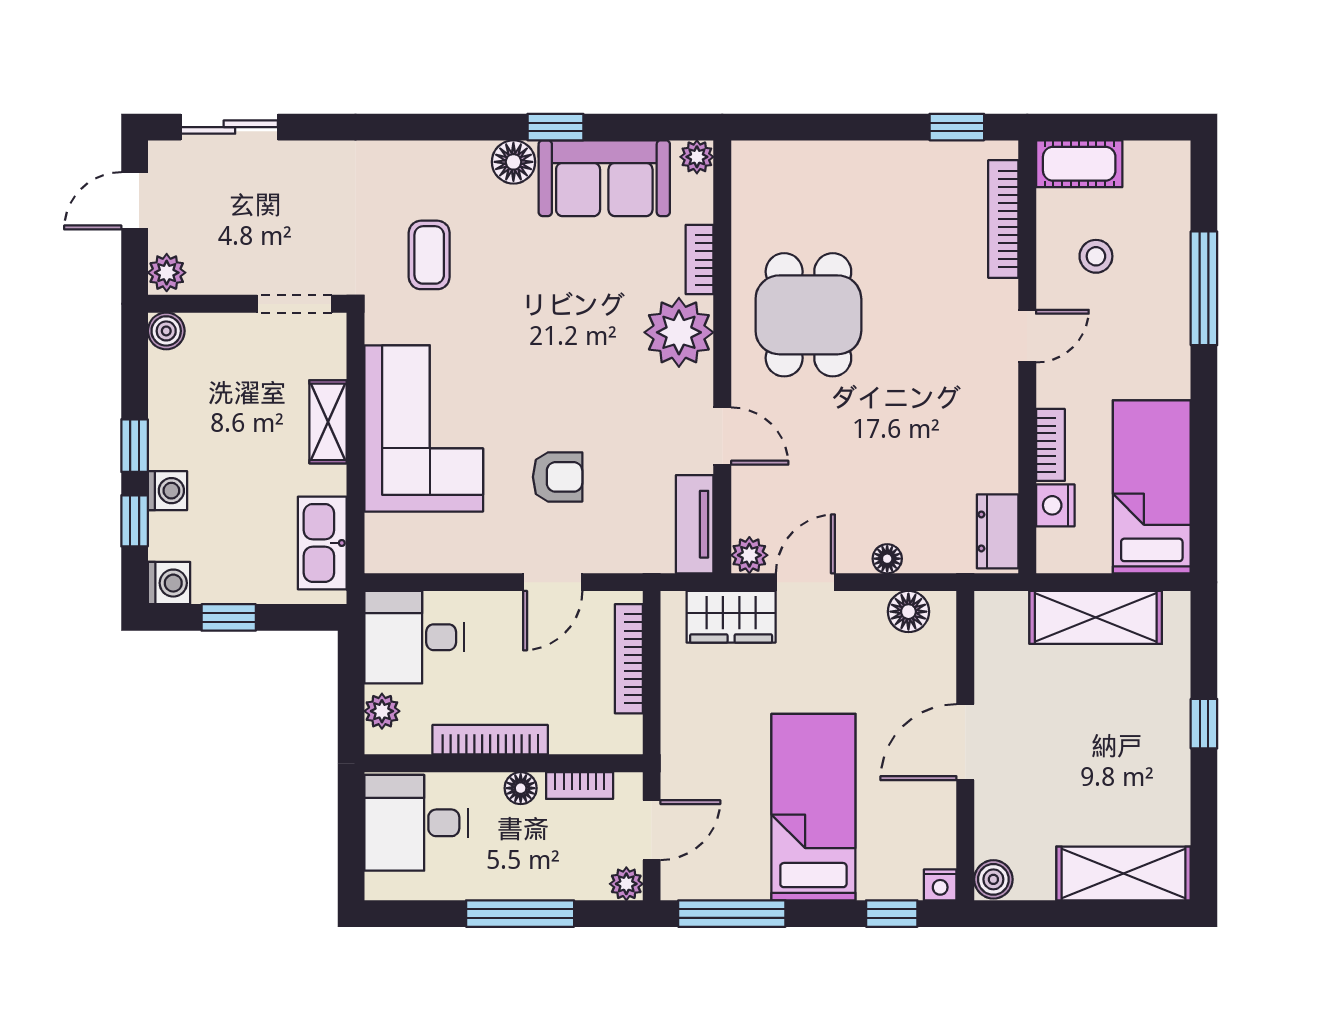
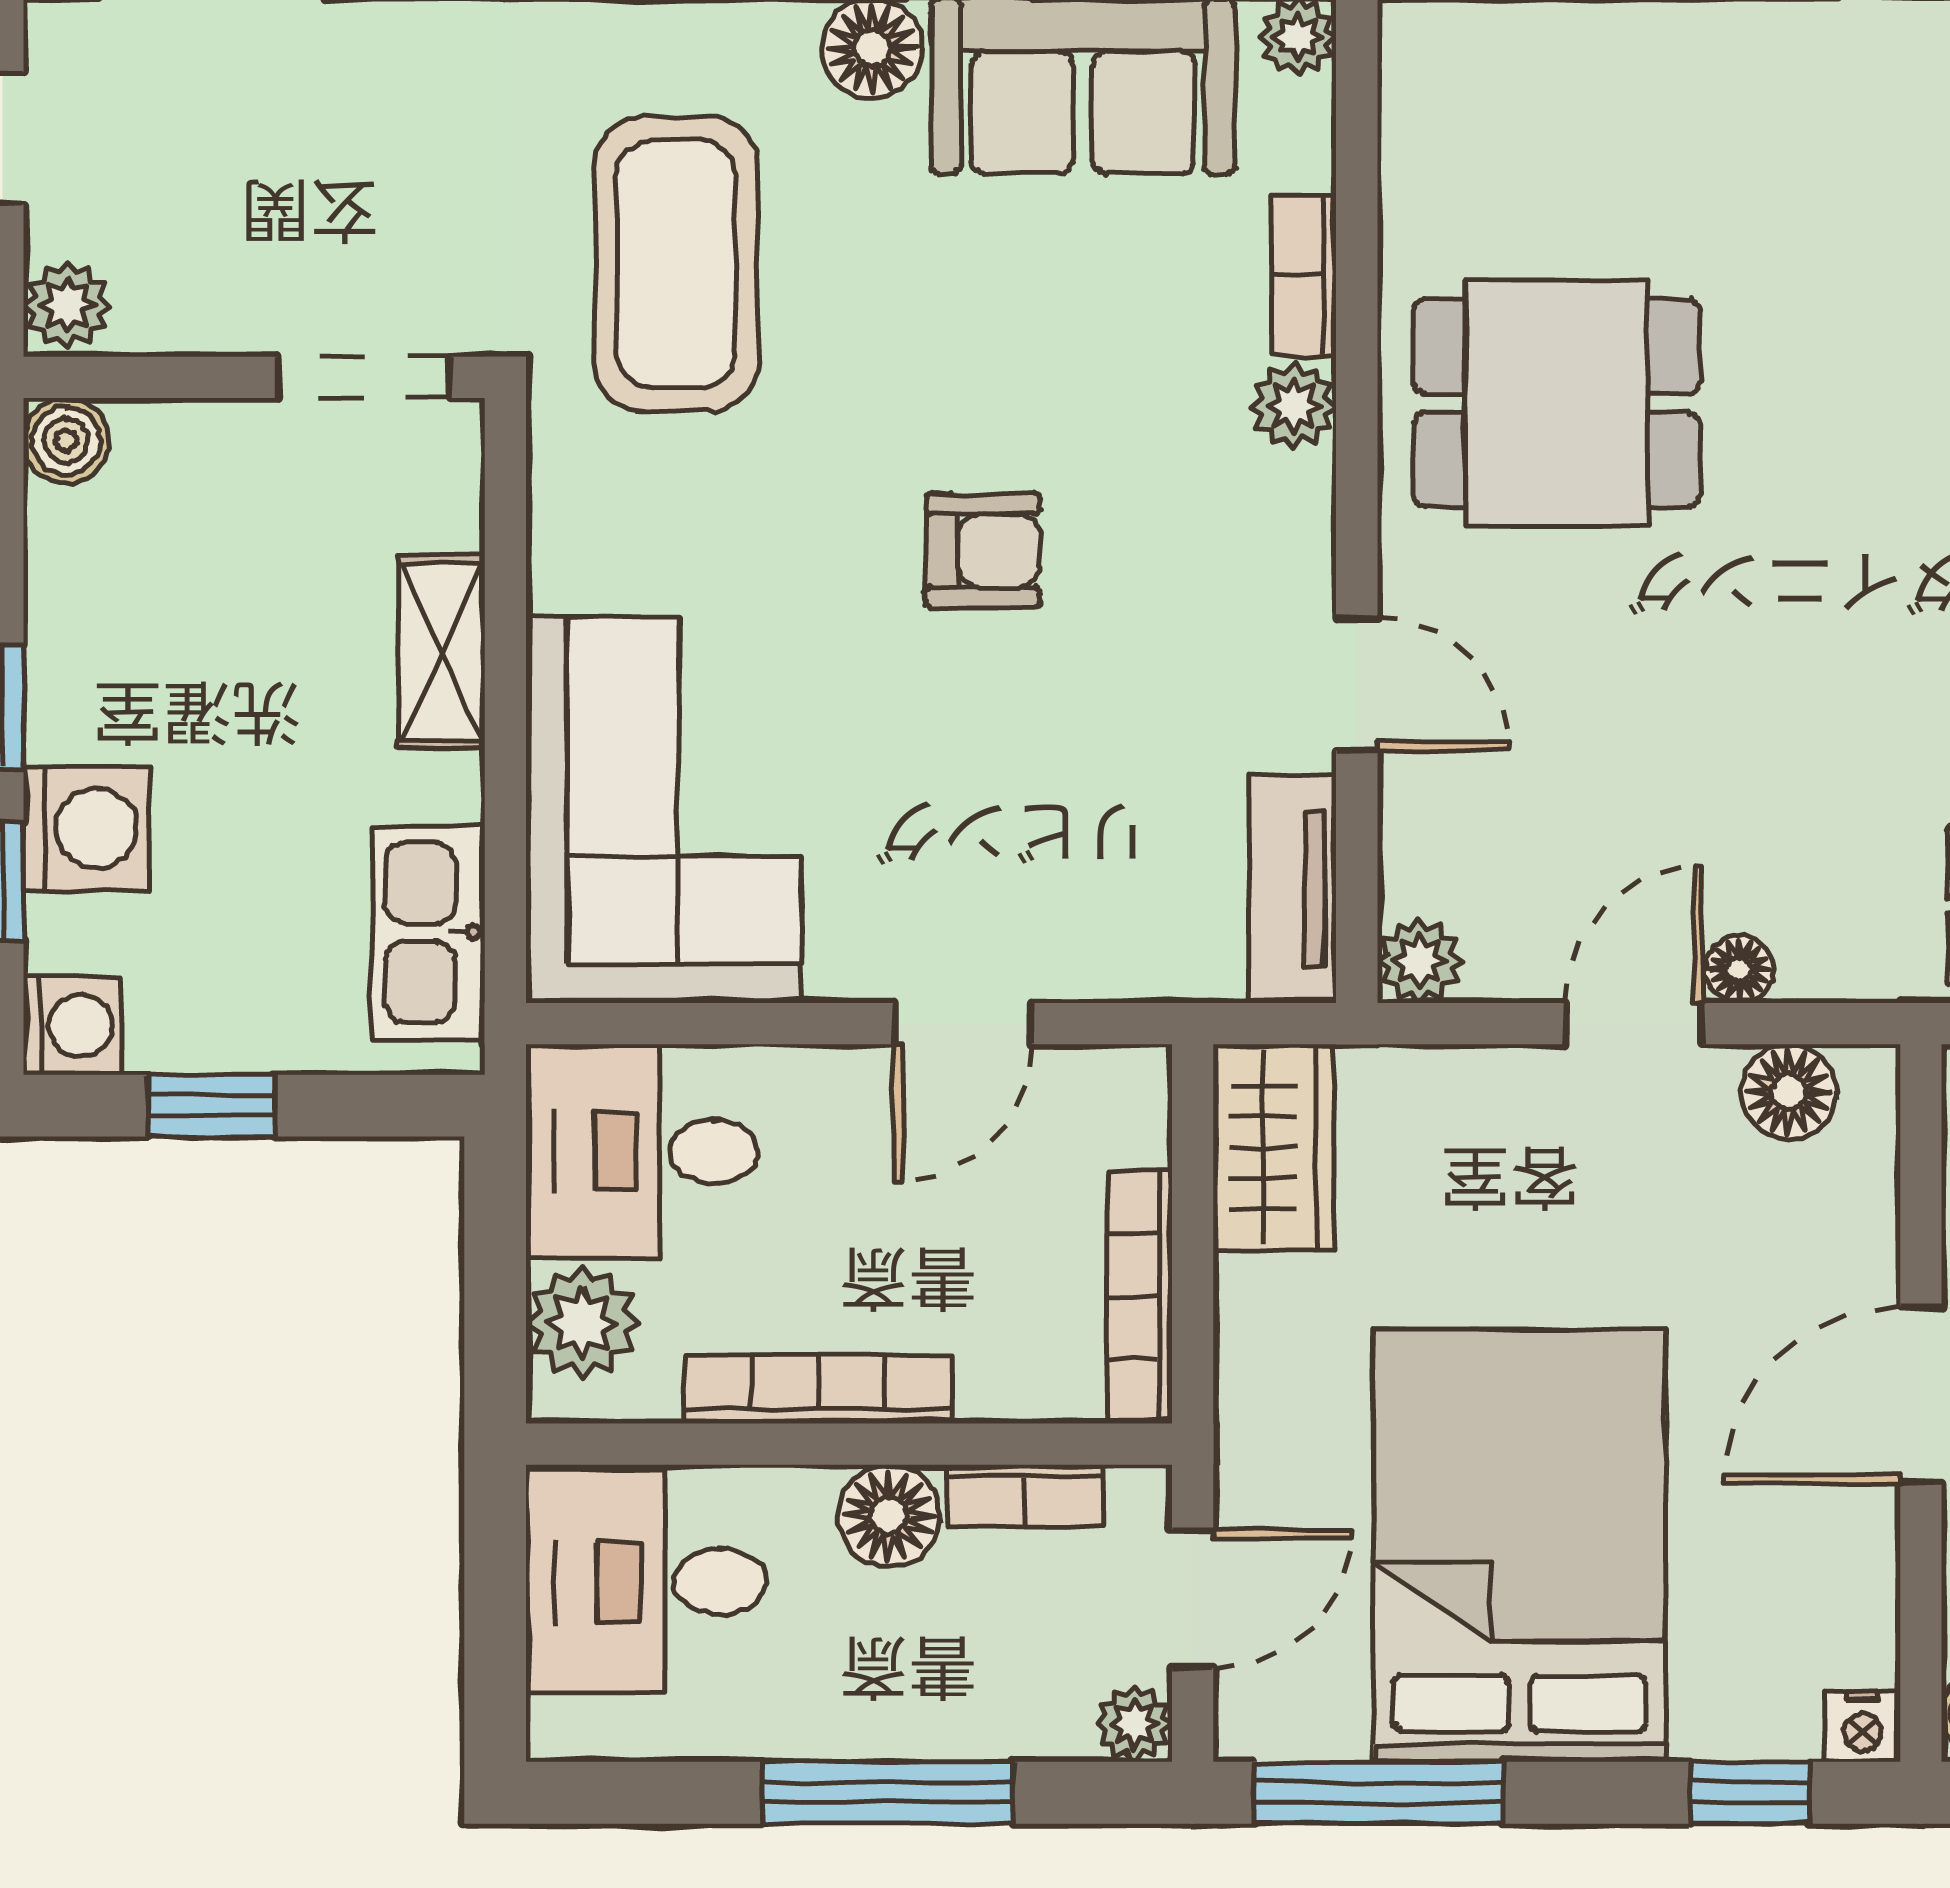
coffee table: (429, 255) -> (676, 264), width x1.86, depth x1.72
dining table: (808, 315) -> (1557, 403), turned 90
plant: (679, 332) -> (1293, 406), width x0.53, depth x0.53
corner sofa: (424, 428) -> (664, 810), moved
armchair: (558, 477) -> (983, 550), moved
washing machine: (167, 491) -> (86, 828), width x1.38, depth x1.38
door: (805, 582) -> (1634, 1024), moved
wardrobe: (731, 617) -> (1273, 1147), moved, turned -90
bookcase: (629, 659) -> (1140, 1297), moved
plant: (382, 711) -> (582, 1323), width x1.38, depth x1.38
floor lamp: (521, 788) -> (889, 1515), width x1.37, depth x1.37
bed: (813, 807) -> (1520, 1546), width x1.50

